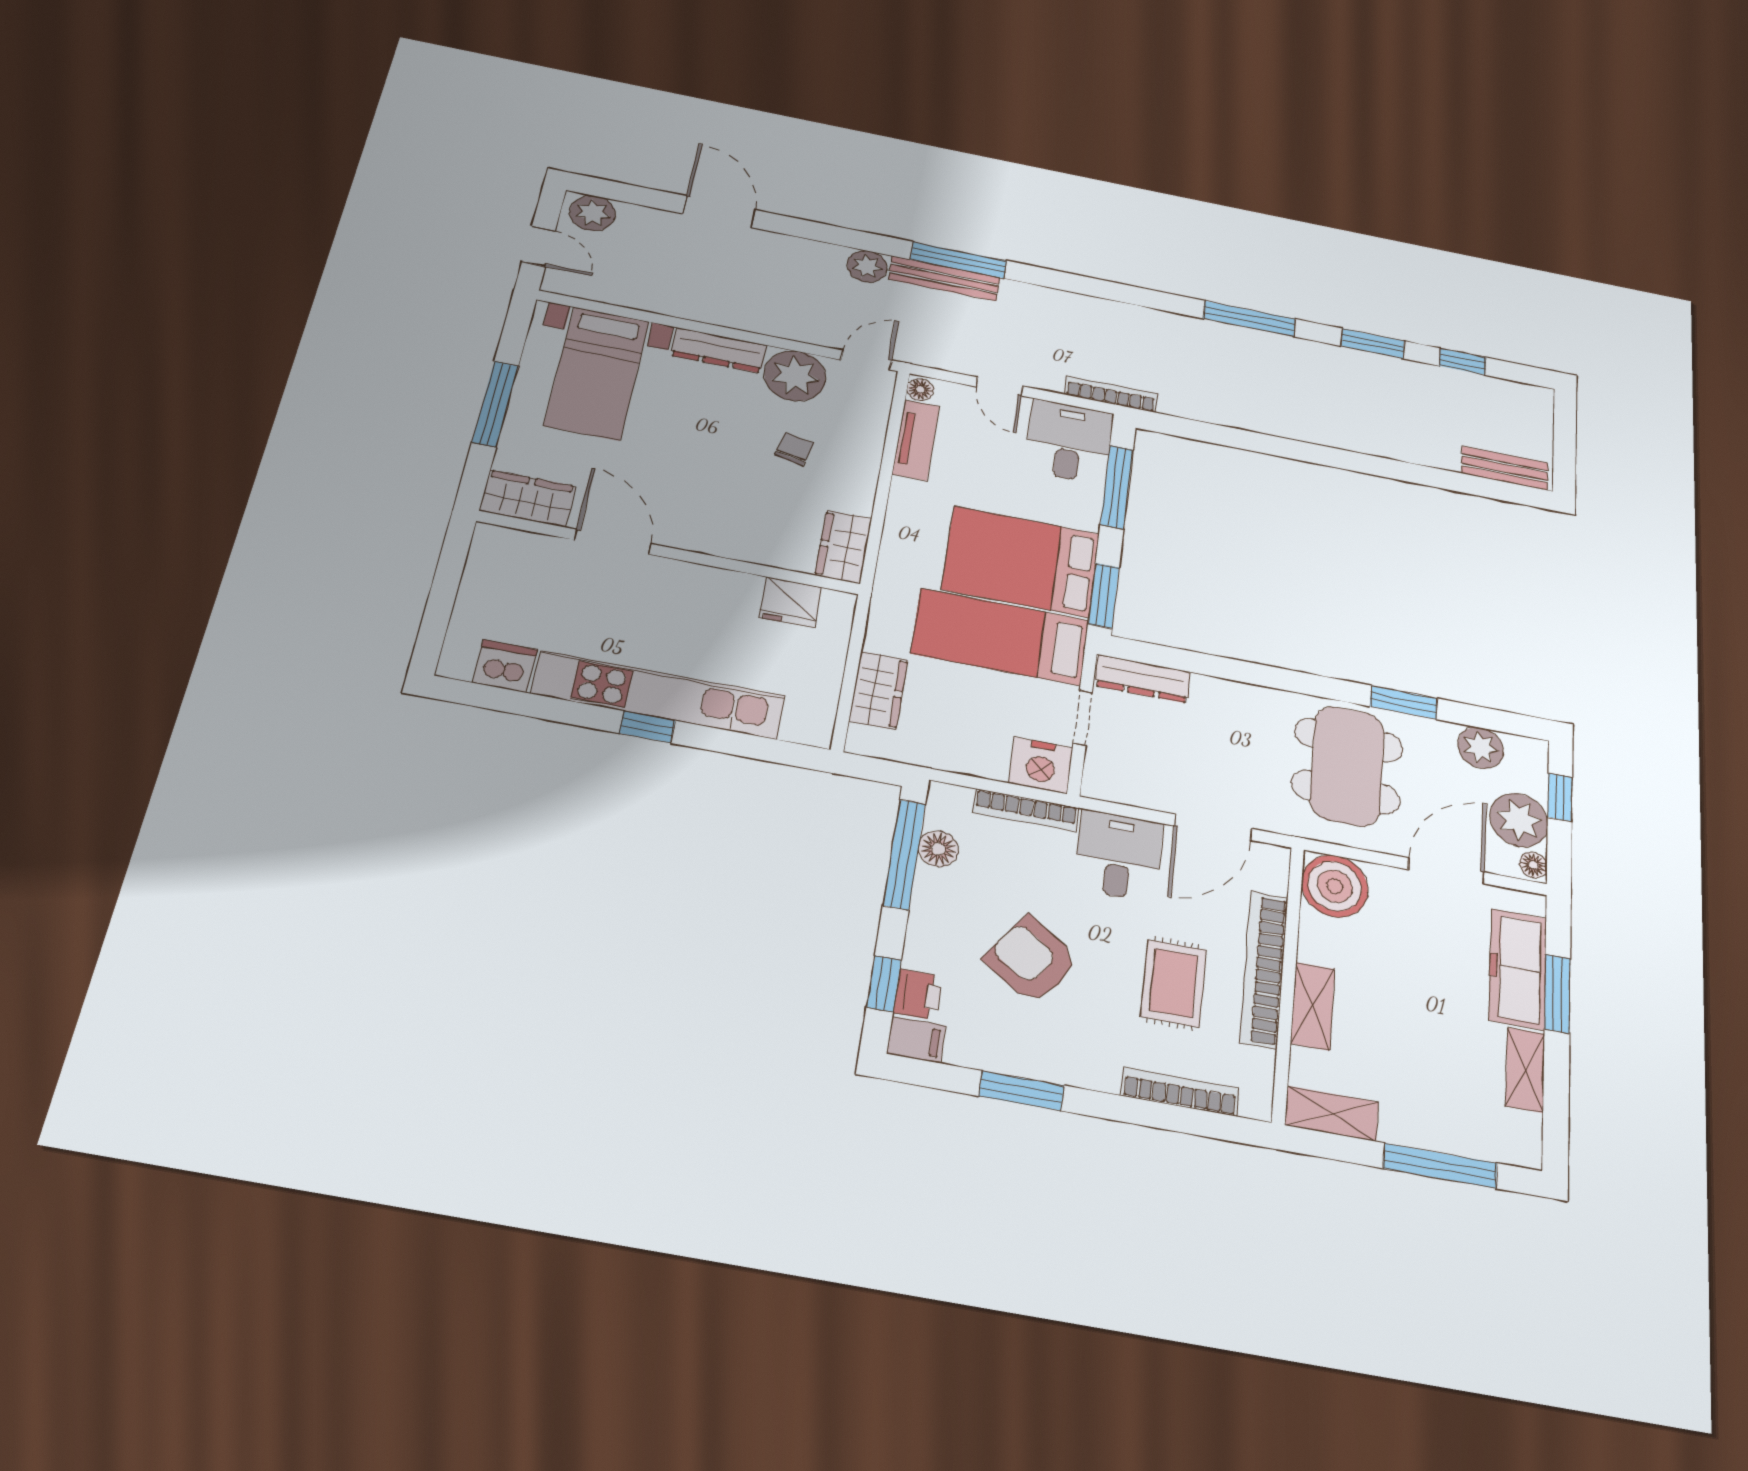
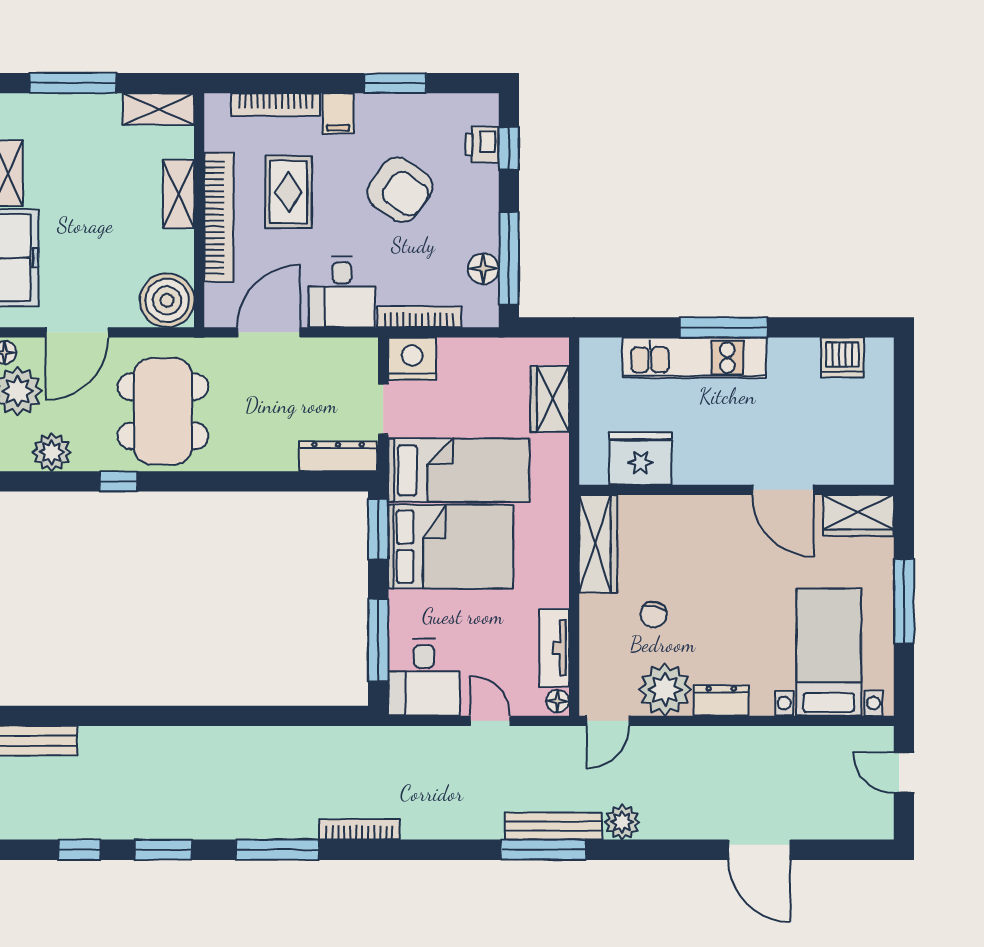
plant: (593, 213) -> (866, 820), removed
dresser: (719, 350) -> (721, 700), width x0.70
bookcase: (1111, 394) -> (359, 829), moved, turned 180
wardrobe: (843, 547) -> (598, 544), width x1.50
fridge: (790, 602) -> (640, 458), width x1.36, depth x1.34
kitchen unit: (658, 695) -> (694, 358), width x0.73
window: (1404, 702) -> (119, 481), width x0.67
window: (647, 727) -> (724, 327), width x2.17
filing cabinet: (916, 1040) -> (338, 113), moved, turned -90

